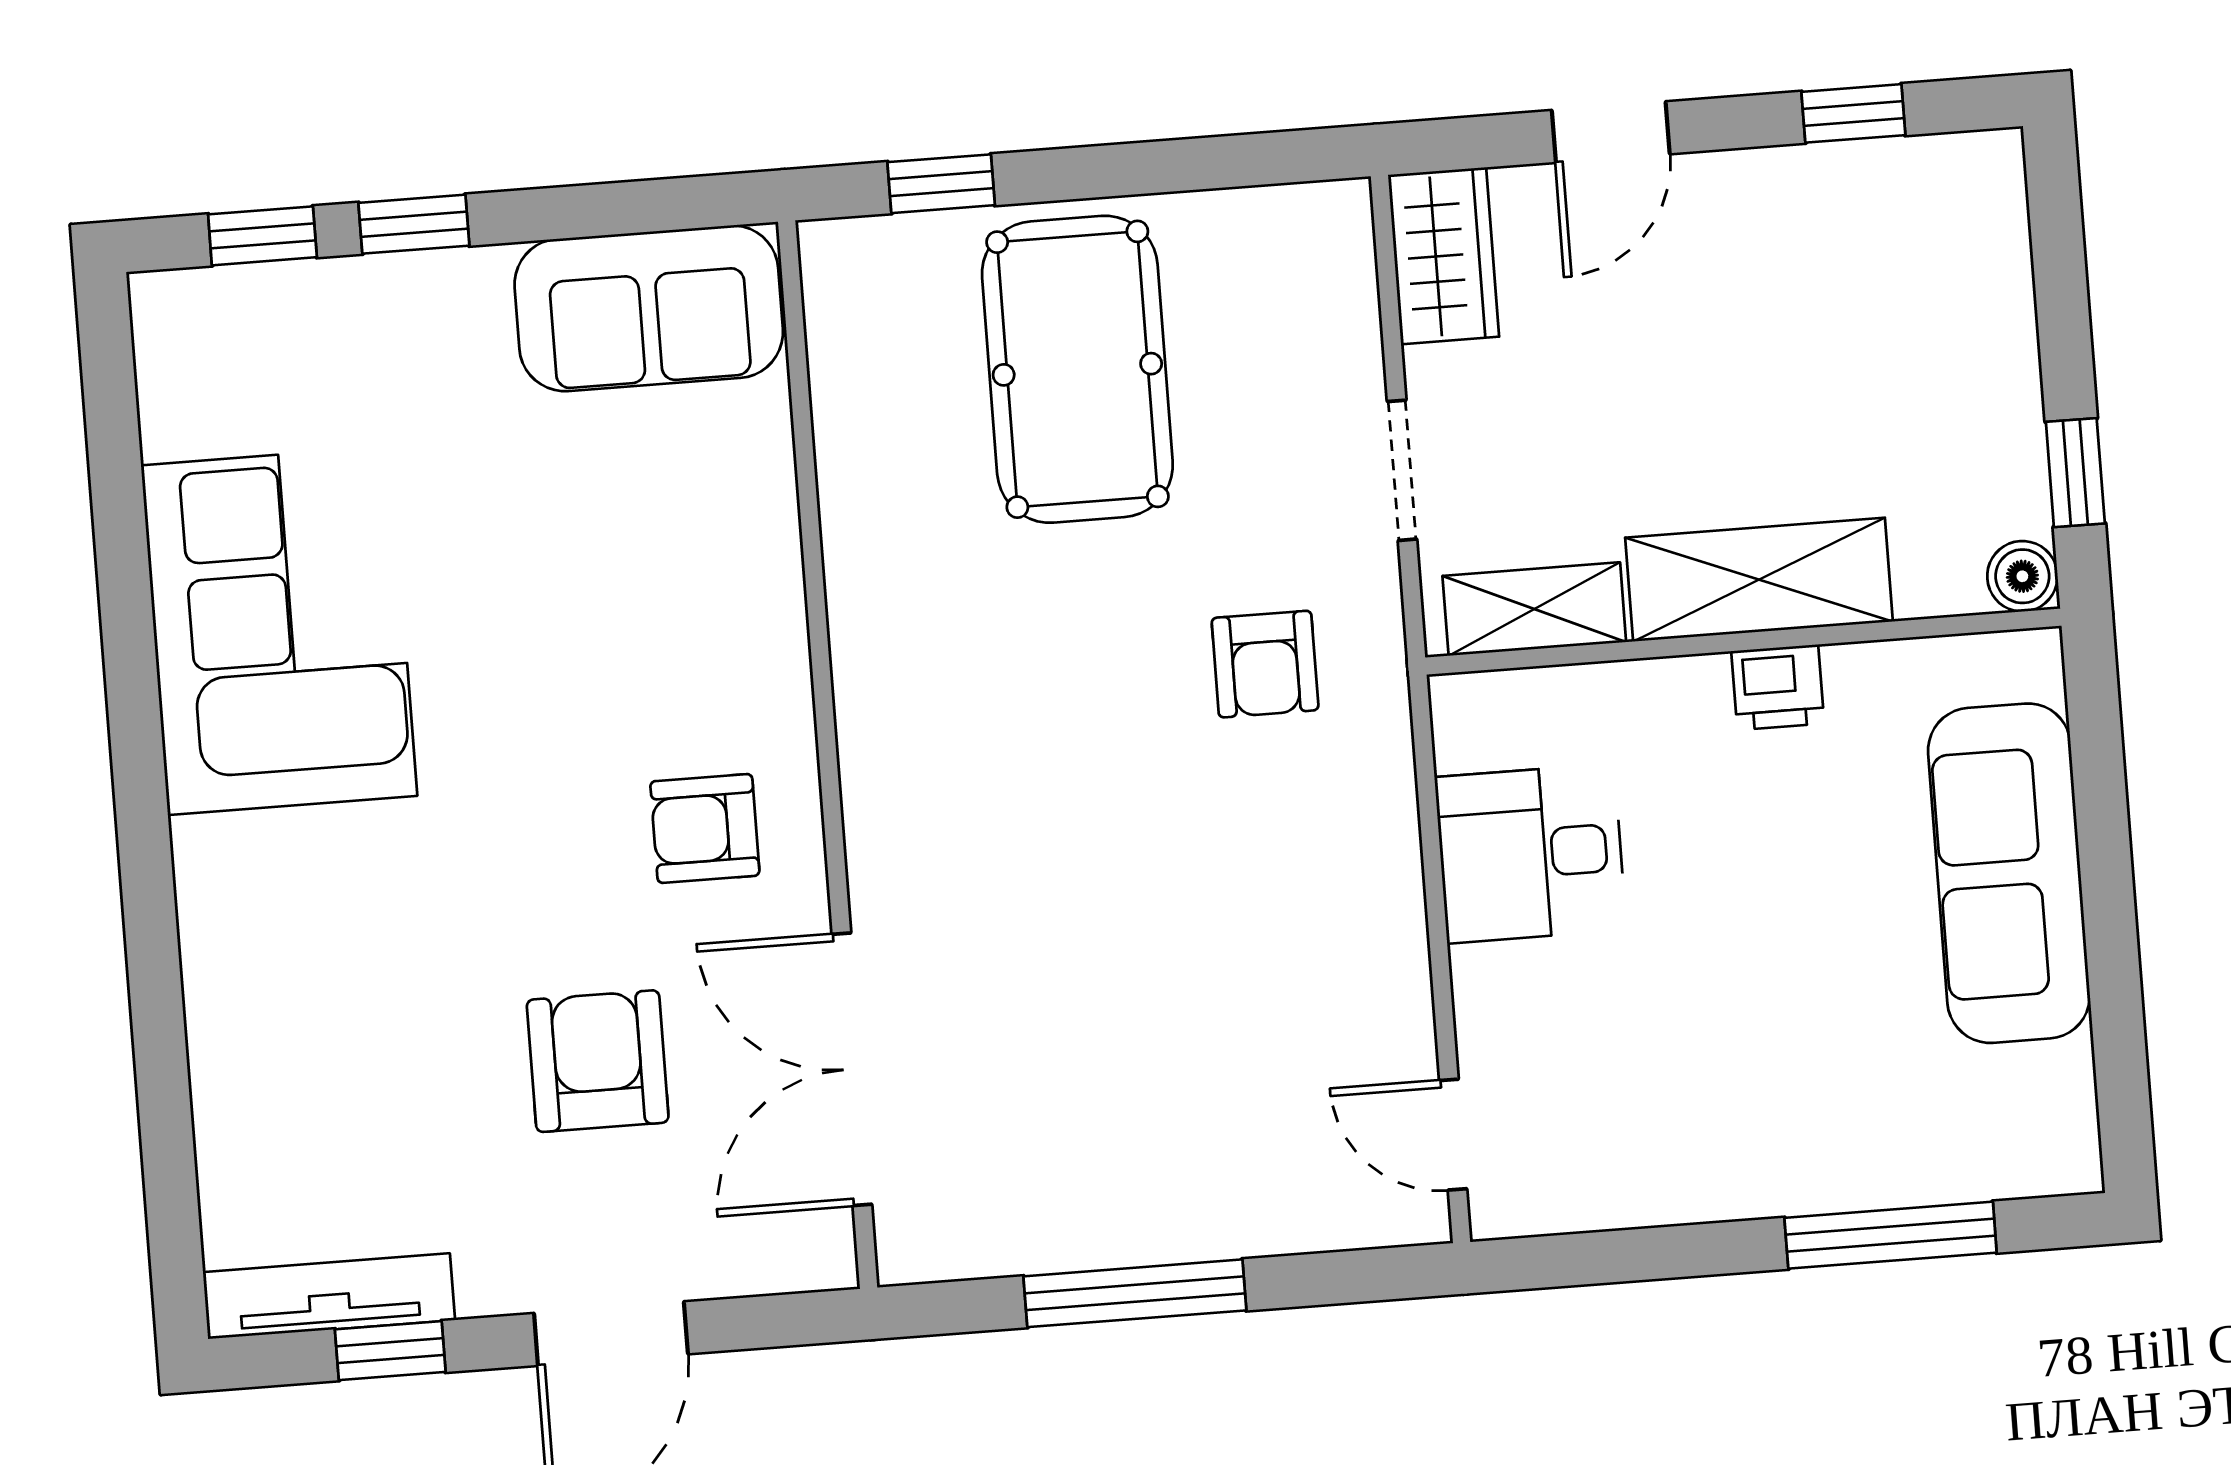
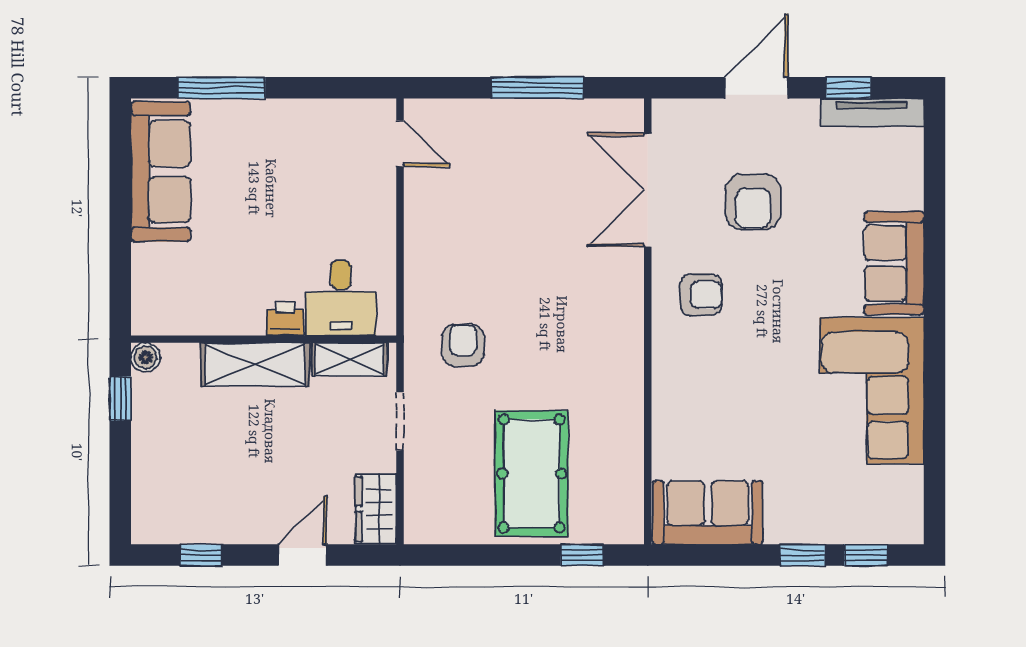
printer: (1778, 687) -> (285, 319), moved
desk: (1530, 854) -> (341, 298), moved, turned 90
sofa: (2009, 873) -> (161, 172), moved
sofa: (249, 939) -> (894, 263), added
double door: (852, 1069) -> (648, 190), swing flipped

